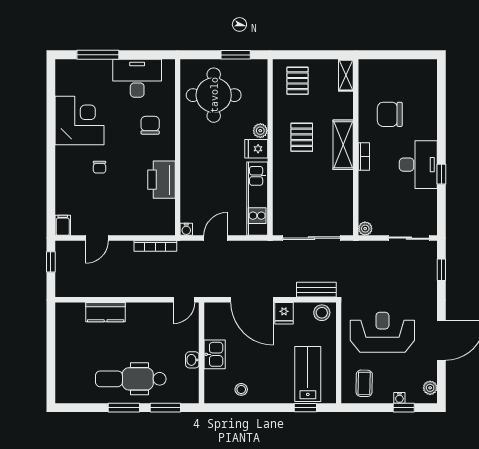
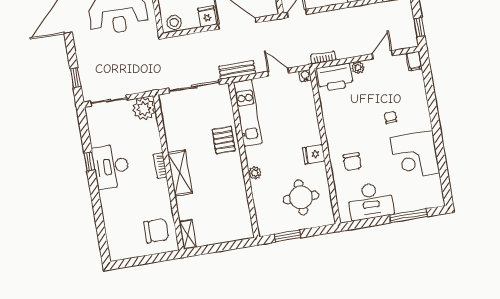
pallet: (298, 81) -> (229, 222), removed
round table: (214, 95) -> (301, 197), width x0.73, depth x0.73
chair: (390, 114) -> (156, 231), moved
pallet: (302, 137) -> (224, 140), moved
fridge: (256, 149) -> (314, 154), moved, turned 180
printer: (161, 180) -> (335, 77), moved, turned 90
plant: (126, 228) -> (358, 68), added
plant: (365, 229) -> (144, 109), width x1.87, depth x1.87
door: (216, 238) -> (278, 72), swing flipped
bookcase: (155, 246) -> (323, 58), width x0.64
bench: (316, 290) -> (237, 70), moved

